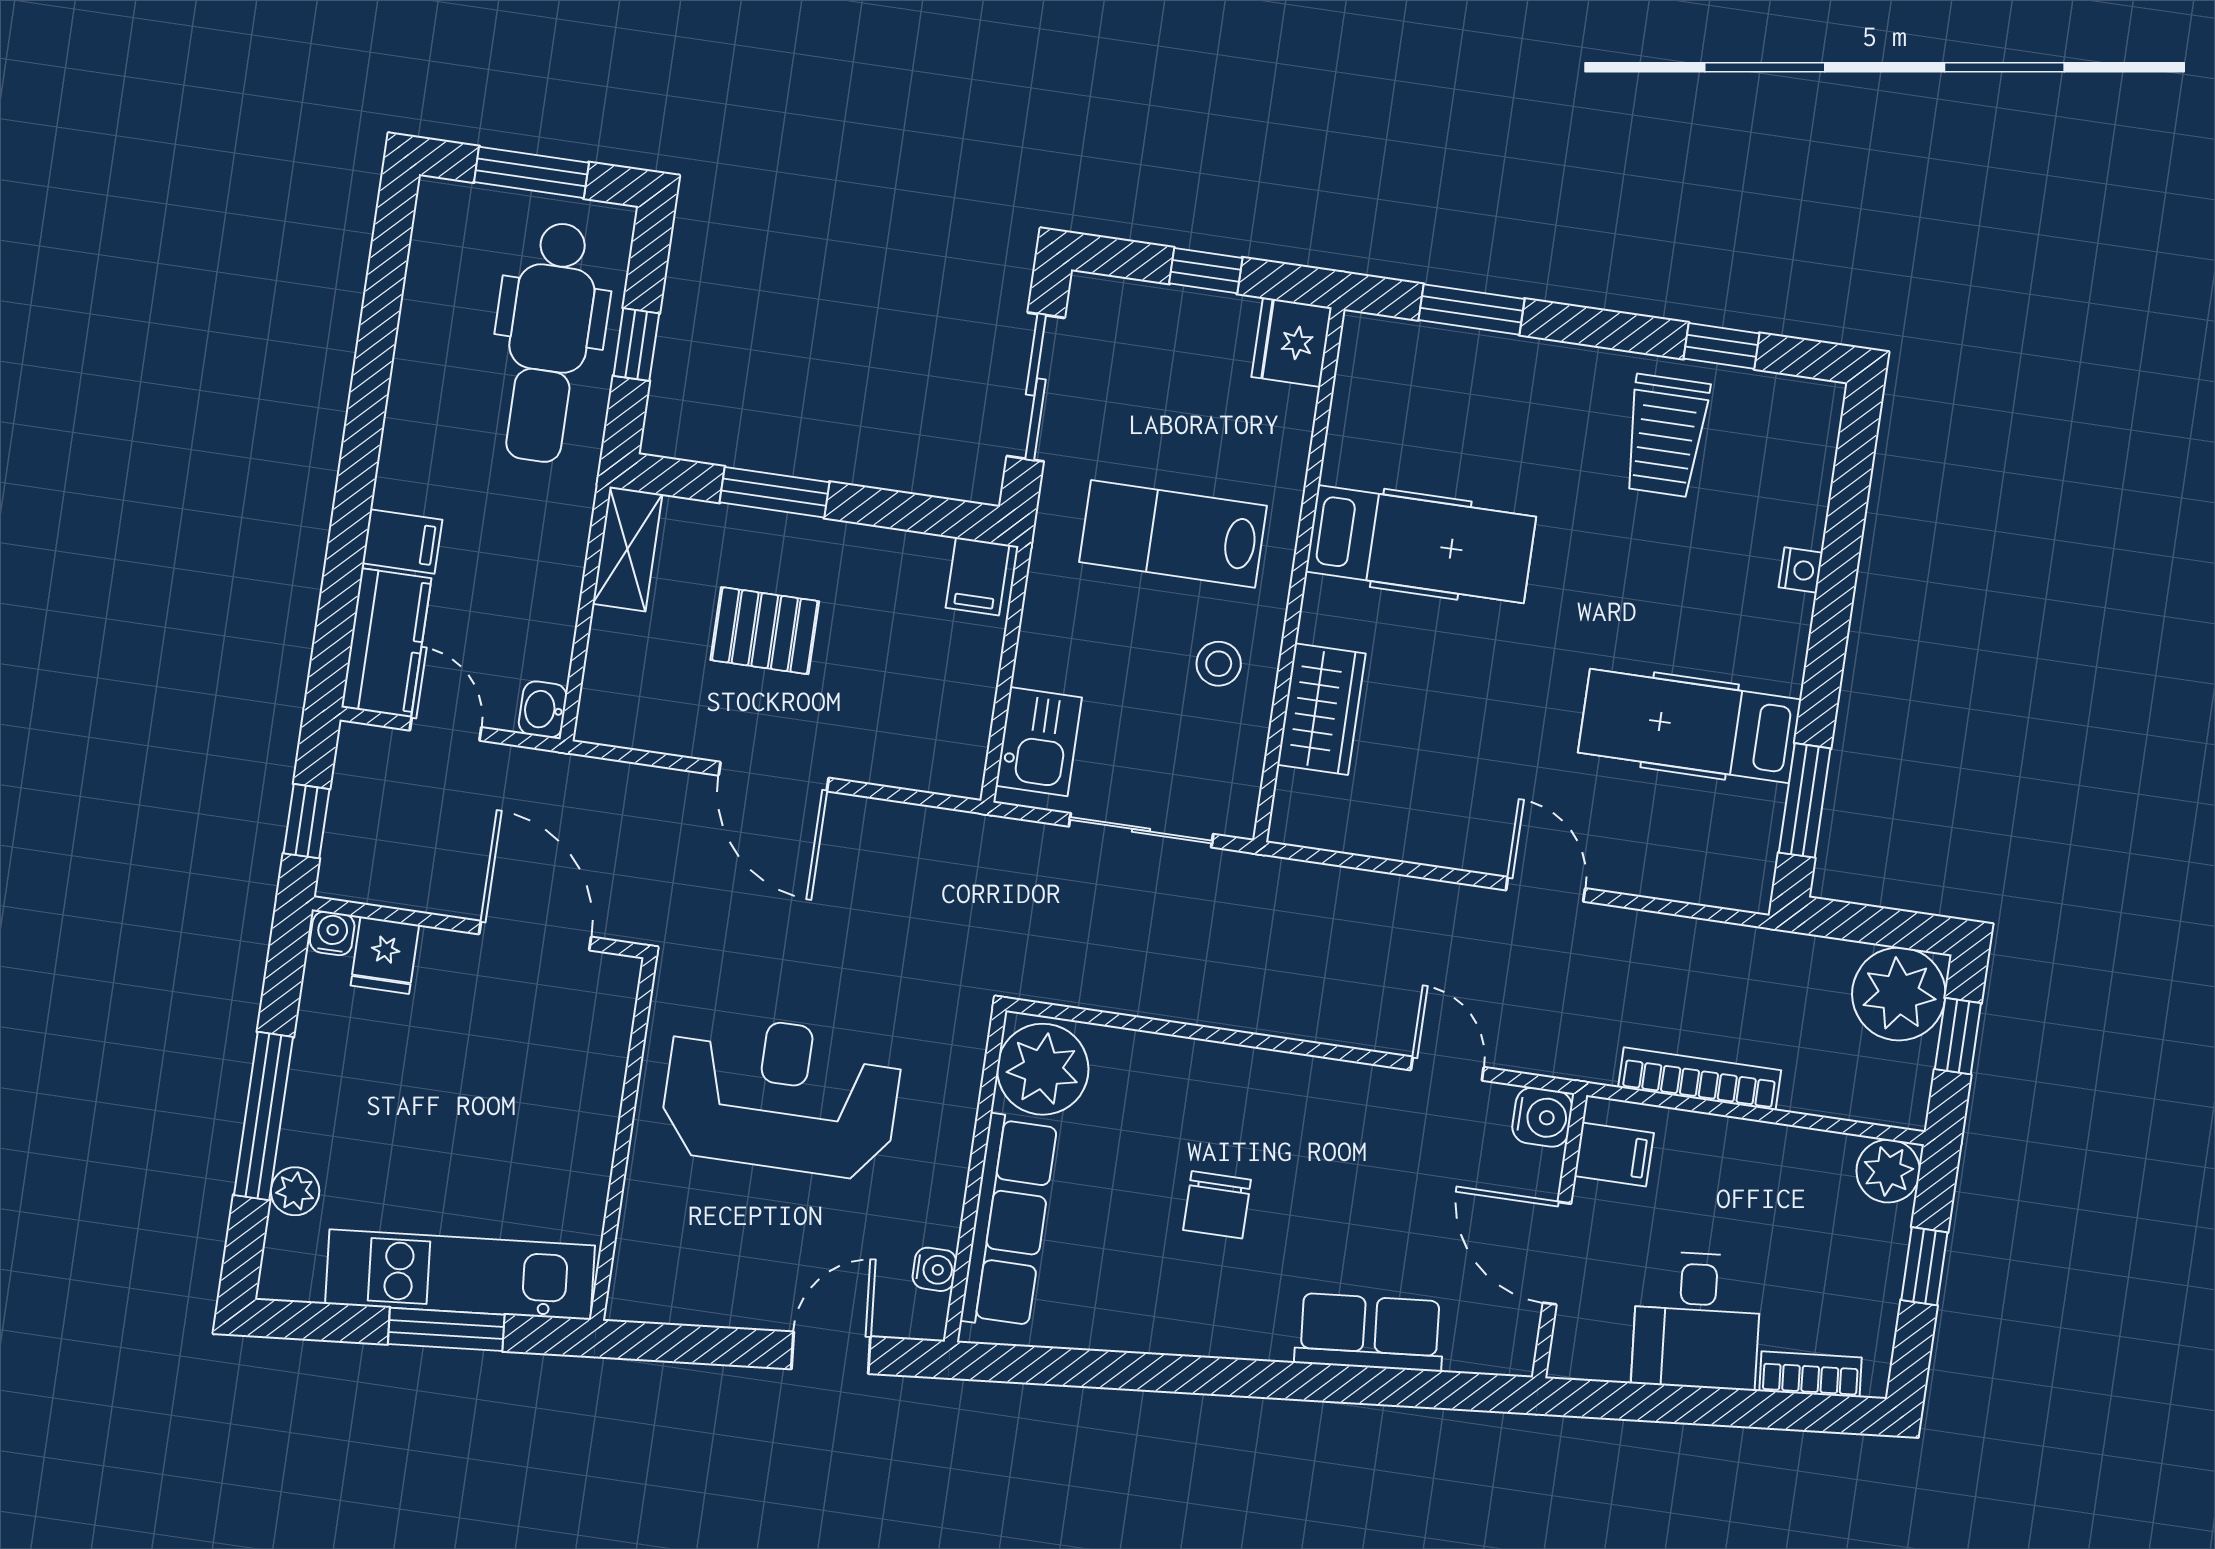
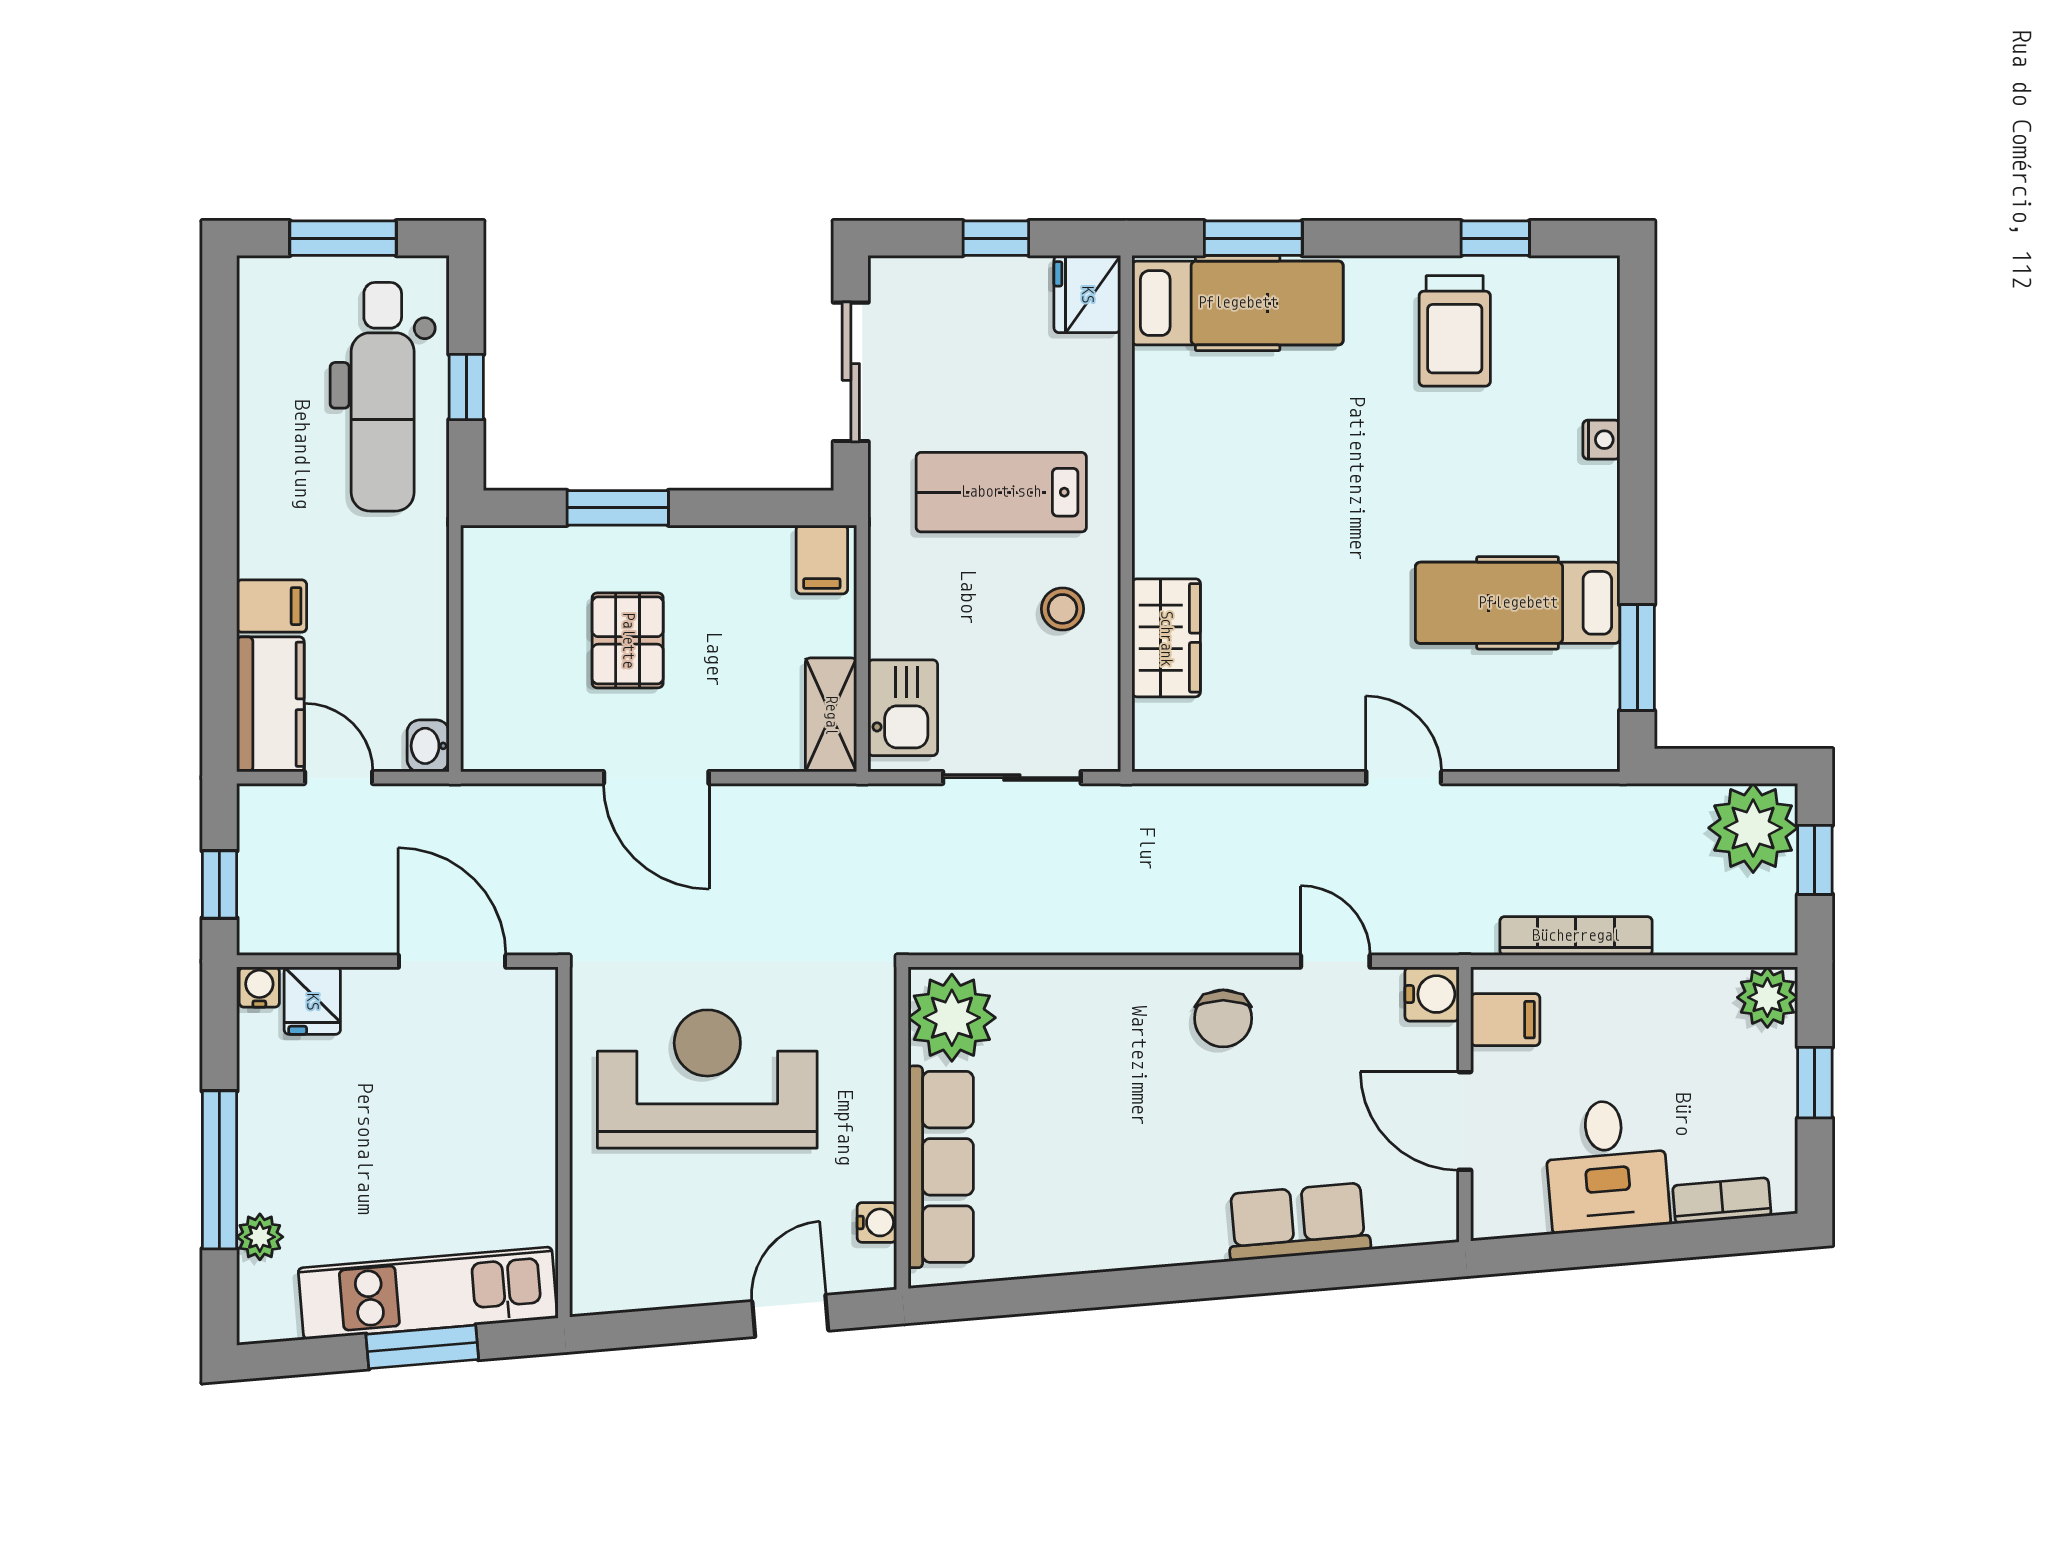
hospital bed: (1421, 544) -> (1238, 303), moved
shelving: (627, 549) -> (831, 715), moved
pallet: (765, 631) -> (628, 640), turned 90
chair: (1217, 1205) -> (1223, 1018), moved

